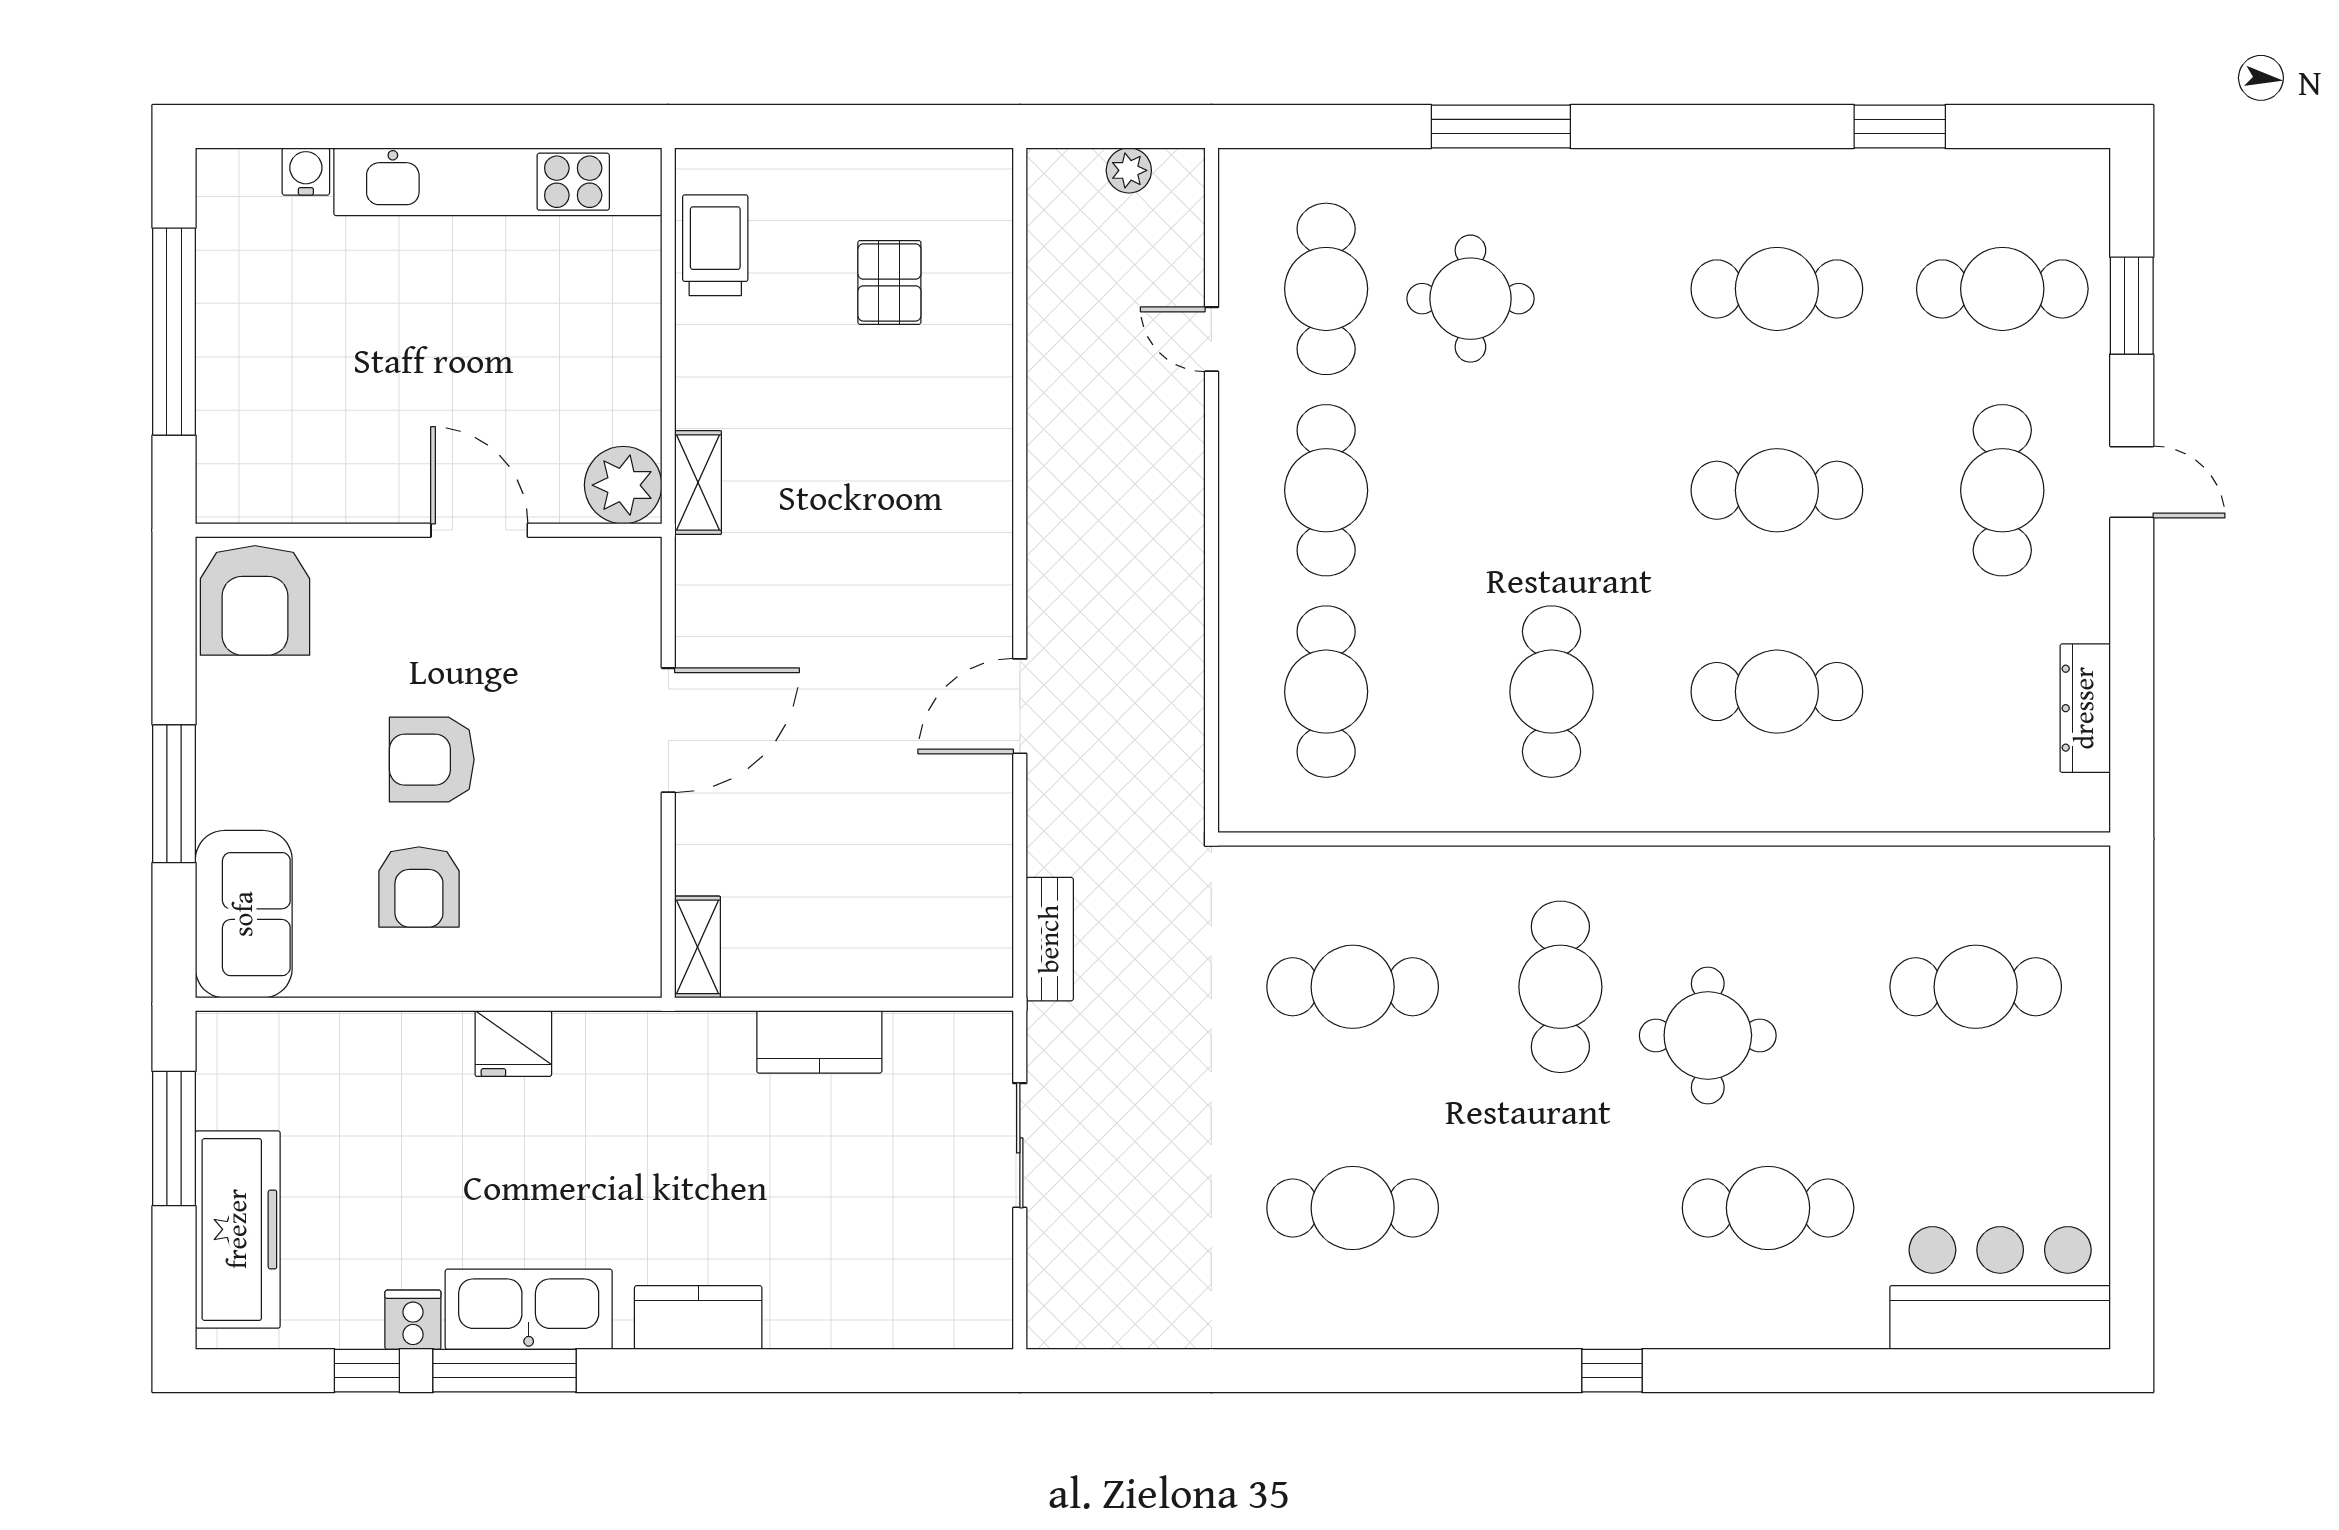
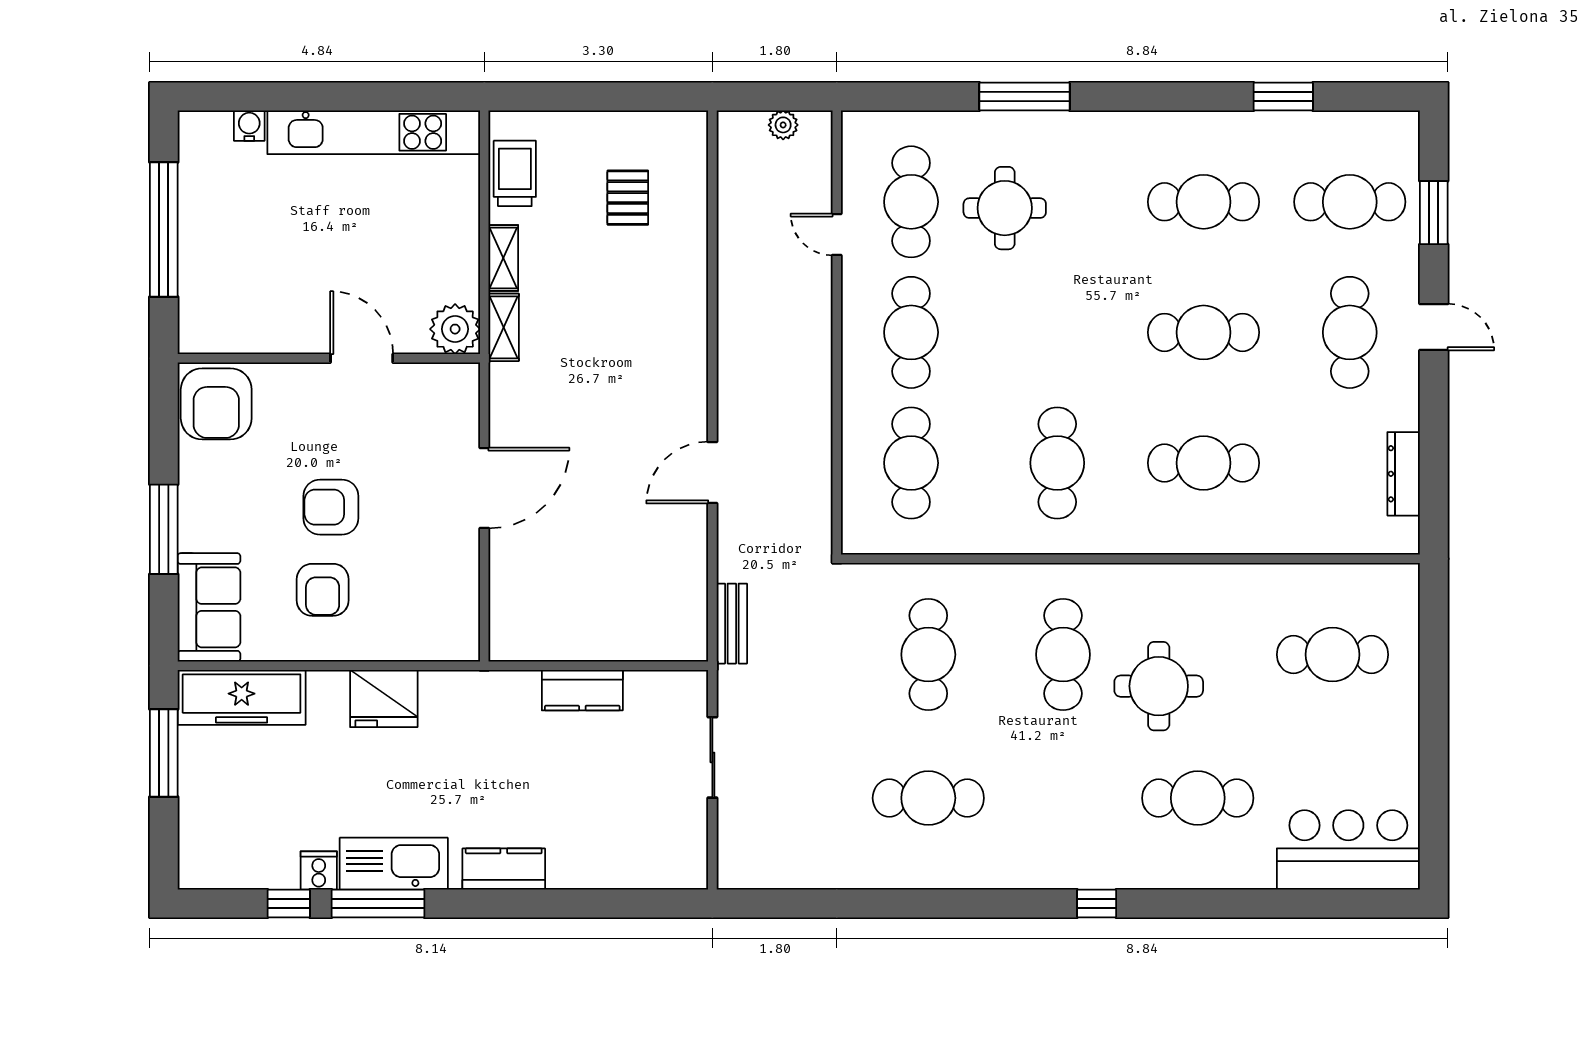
shelving: (698, 947) -> (503, 258), moved
cafe table: (1353, 987) -> (928, 655), turned 90
fridge: (513, 1043) -> (384, 699), width x1.36, depth x1.34
freezer: (238, 1229) -> (242, 697), moved, turned 90

